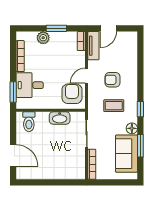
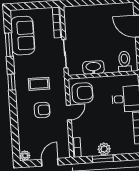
plant: (132, 36) -> (25, 156), added
plant: (43, 38) -> (104, 149), moved
tv unit: (93, 46) -> (64, 144), removed
armchair: (72, 94) -> (82, 93), turned -90
floor lamp: (132, 128) -> (19, 62), removed

